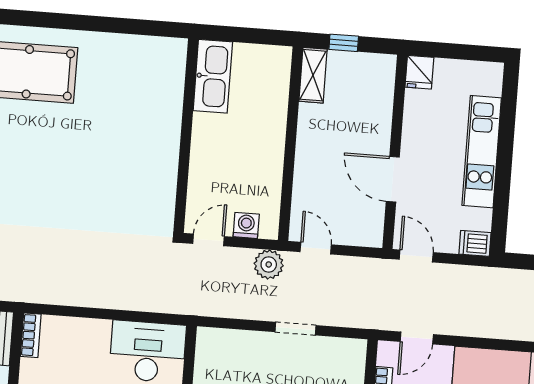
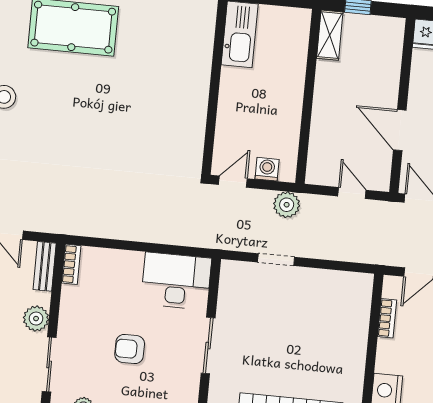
door: (316, 248) -> (352, 193), moved
doorway: (296, 329) -> (276, 260), moved

